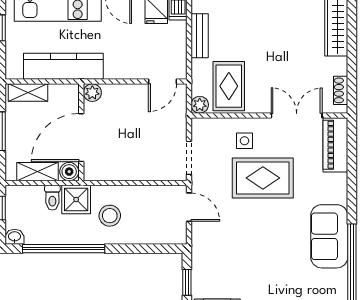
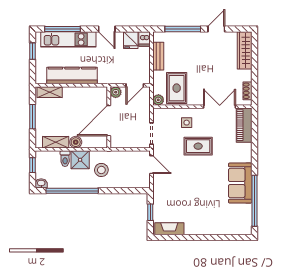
plant: (92, 93) -> (116, 92), moved
wall: (81, 132) -> (109, 117), moved
door: (81, 138) -> (109, 121), moved
rug: (263, 178) -> (198, 146), width x0.73, depth x0.70

